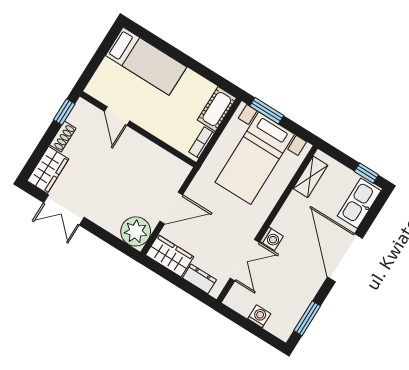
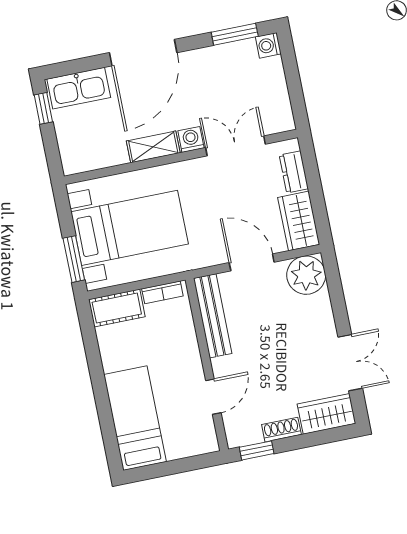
bench: (162, 158) -> (213, 316), added
shelving: (310, 177) -> (153, 147), moved
washing machine: (259, 316) -> (268, 45), moved

